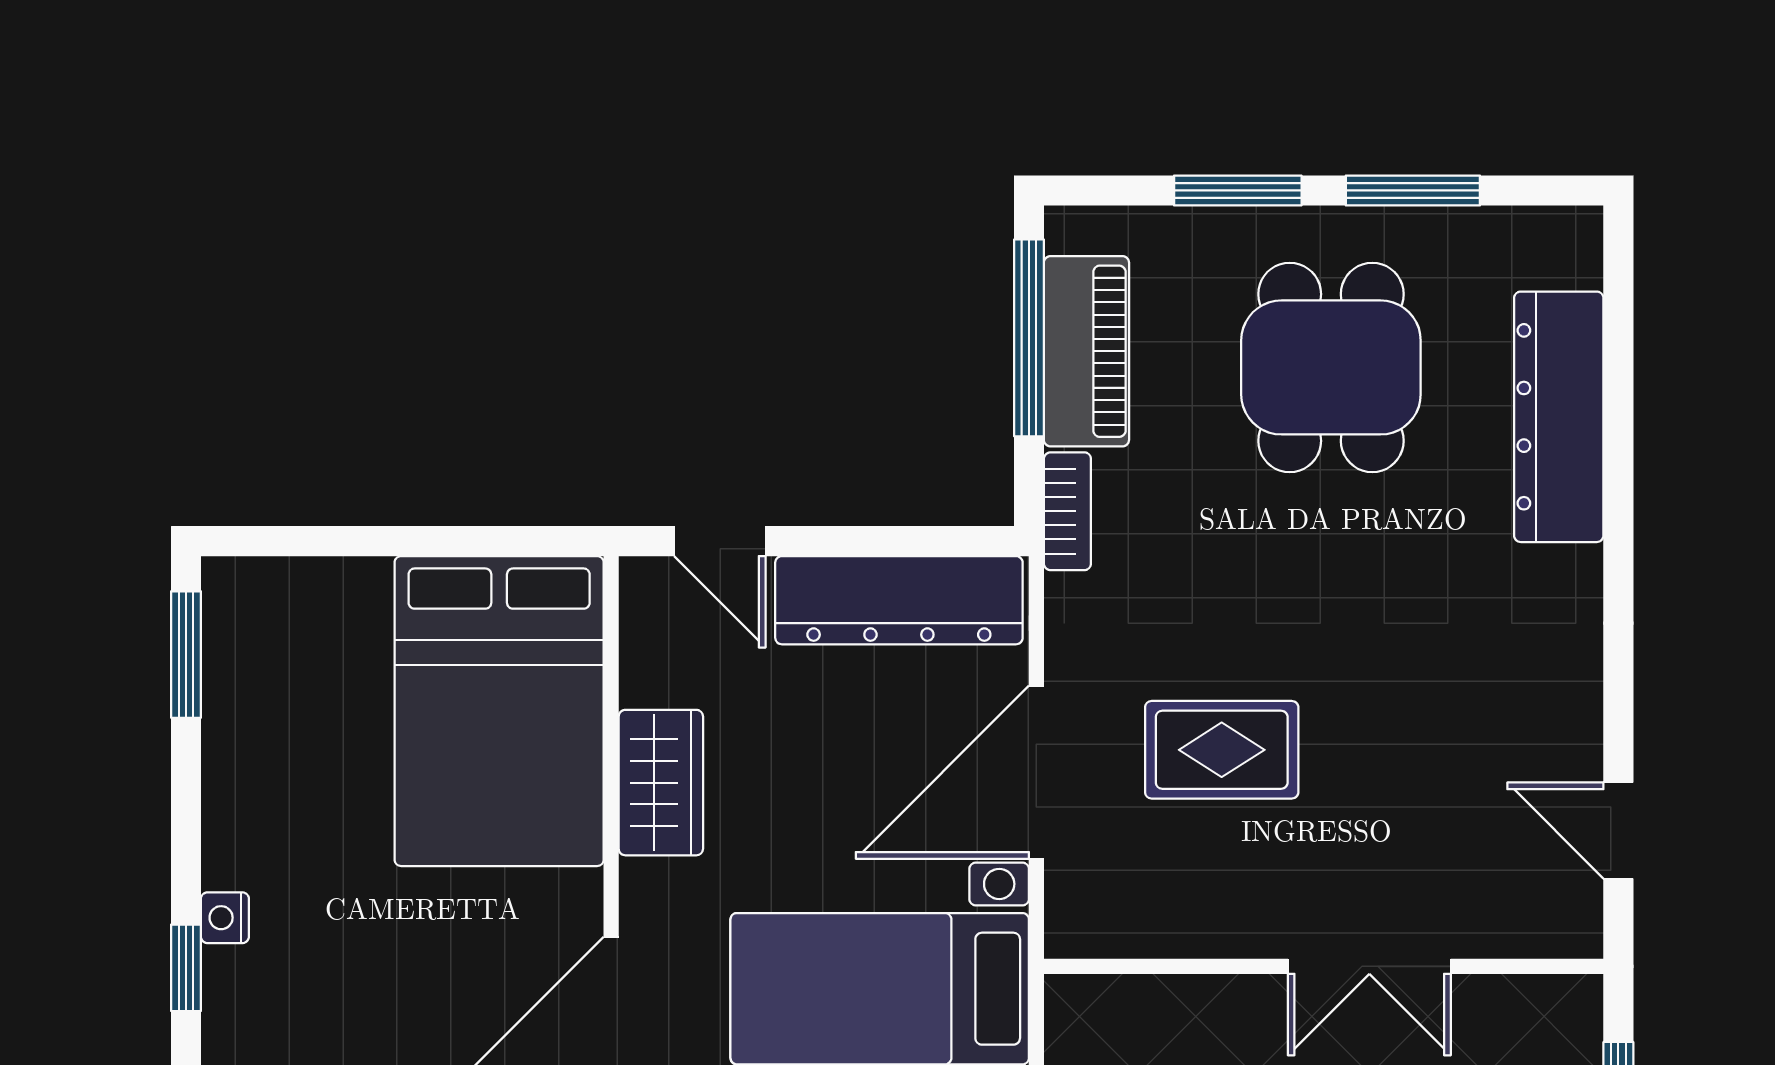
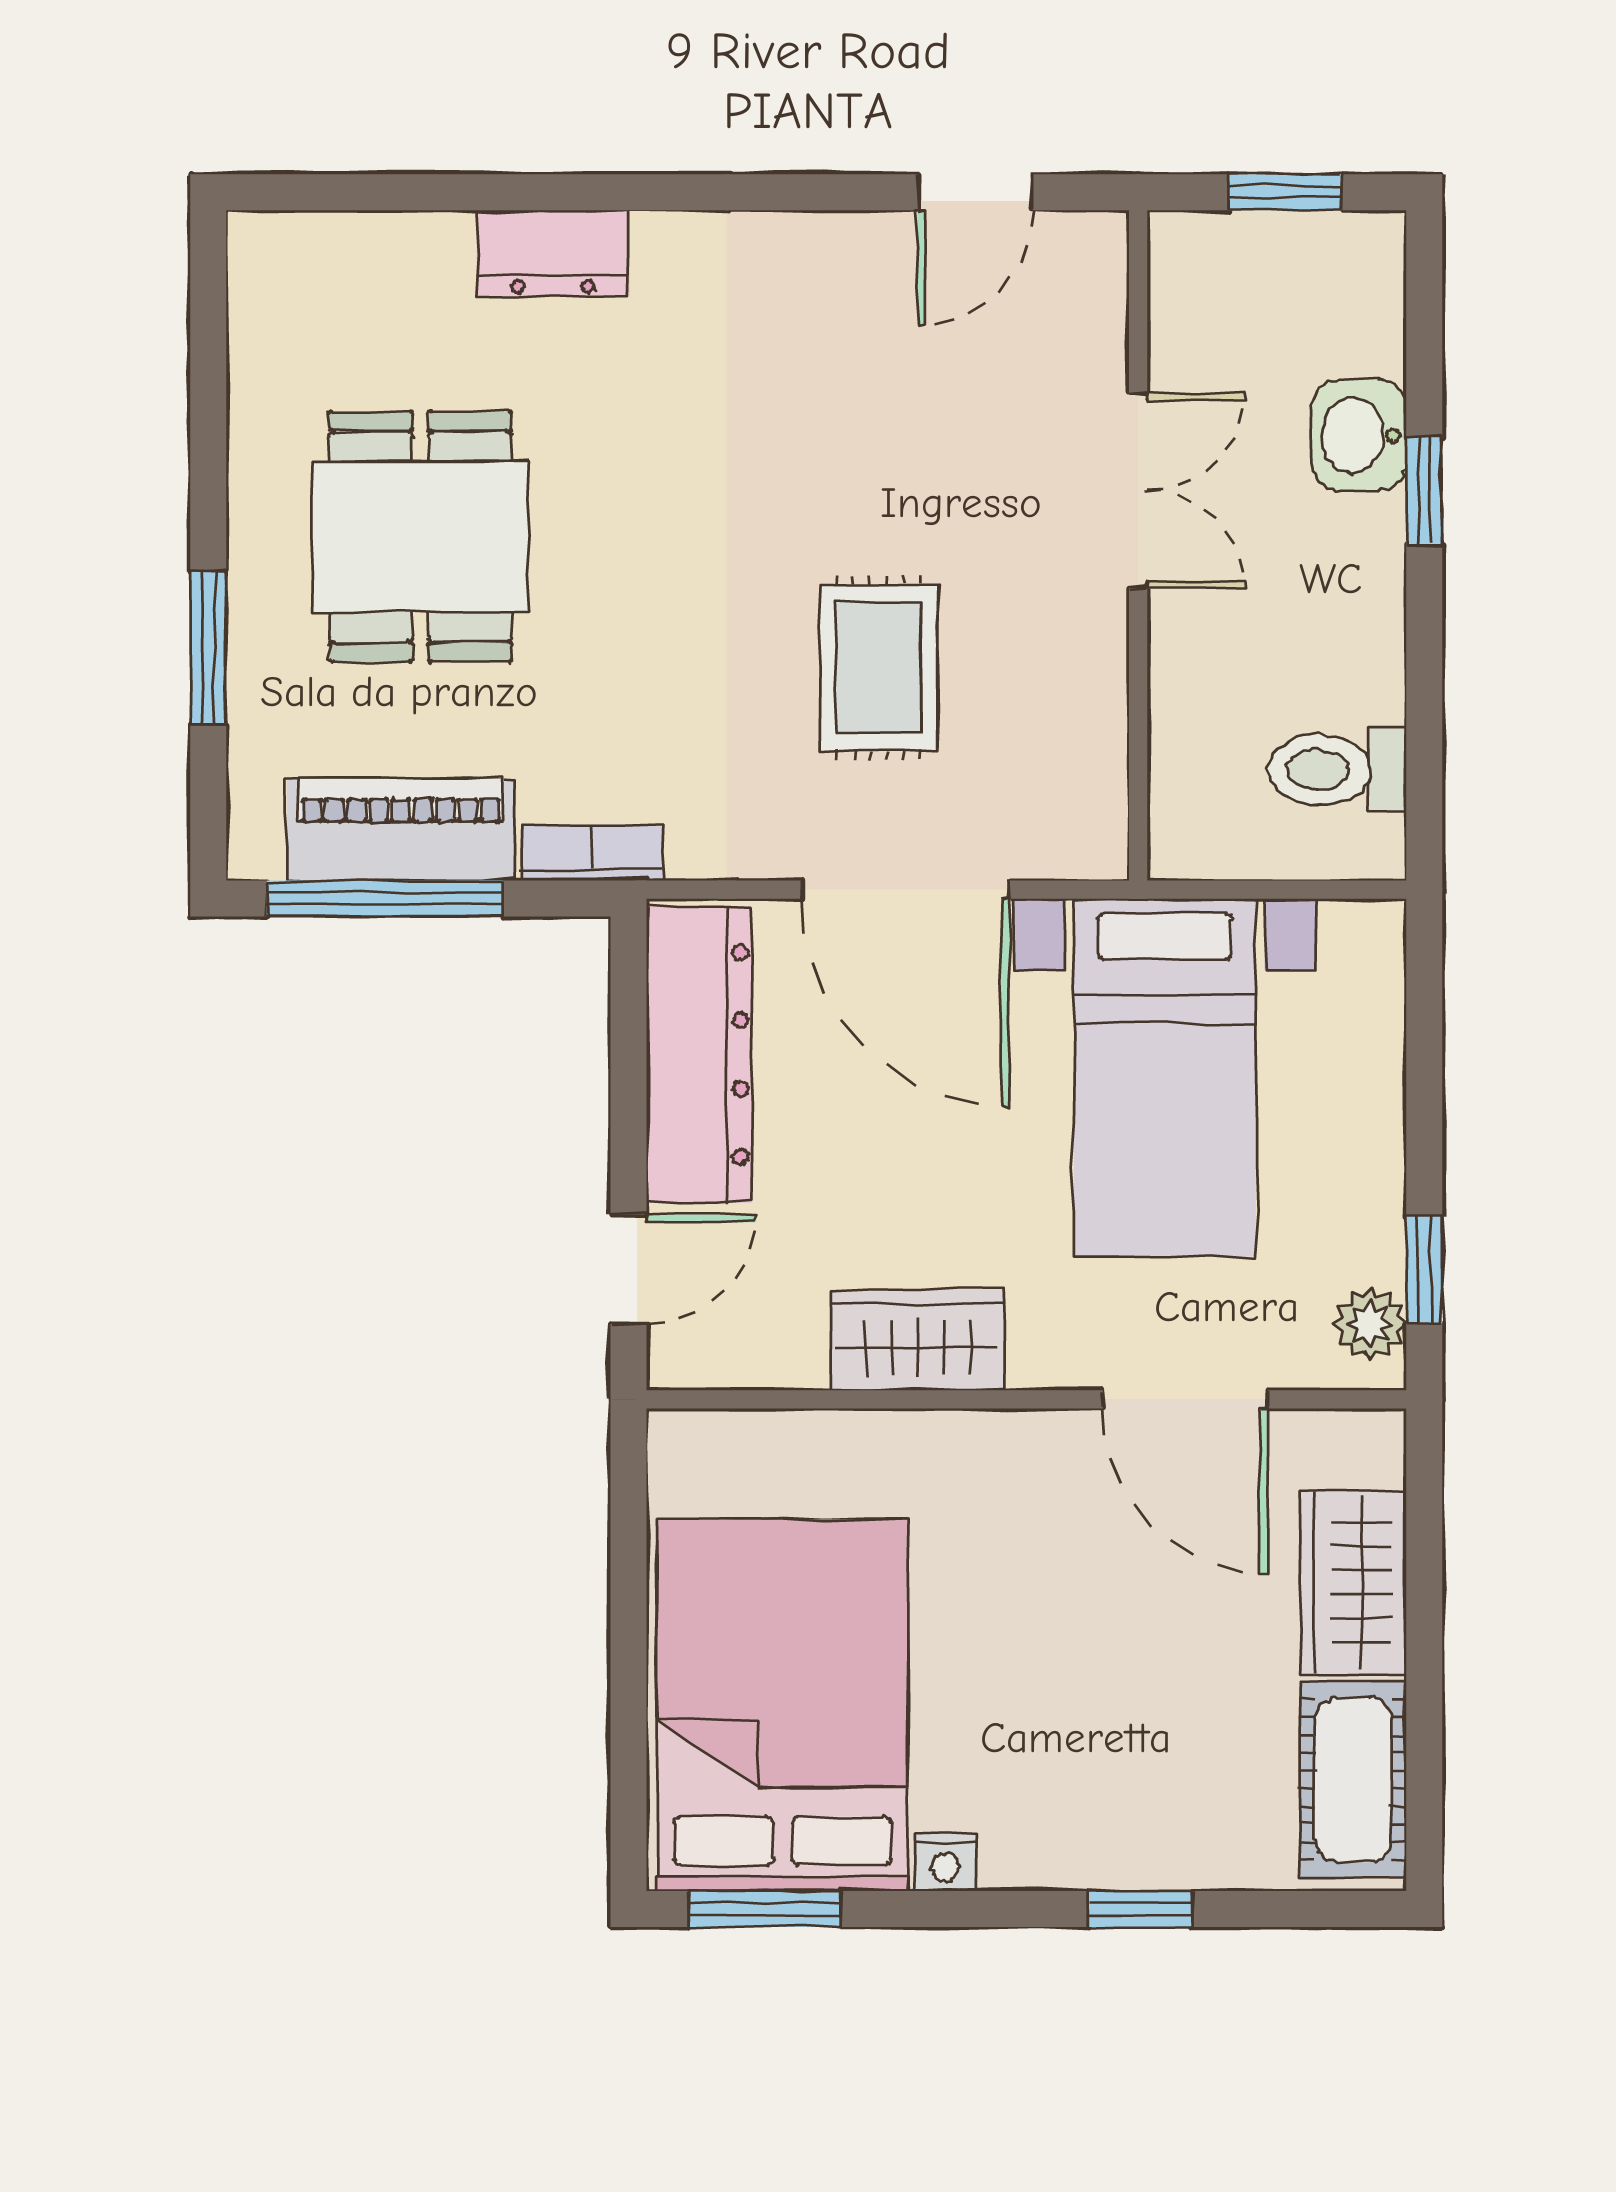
window: (1413, 190) -> (208, 438), removed
dining table: (1331, 367) -> (420, 537), turned 90
dresser: (1559, 417) -> (553, 253), width x0.51, depth x0.80
bed: (499, 711) -> (783, 1705), moved, turned -90
nightstand: (225, 918) -> (946, 1862), moved

